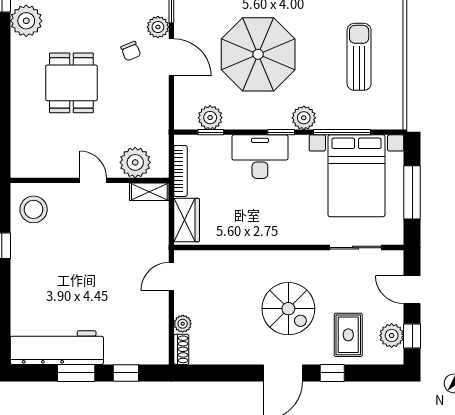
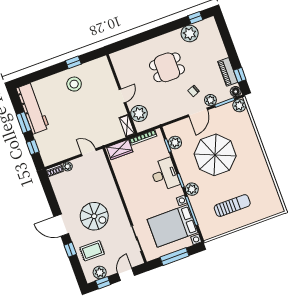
stool: (34, 209) -> (74, 84), moved
spiral stairs: (288, 309) -> (94, 216), turned -90

